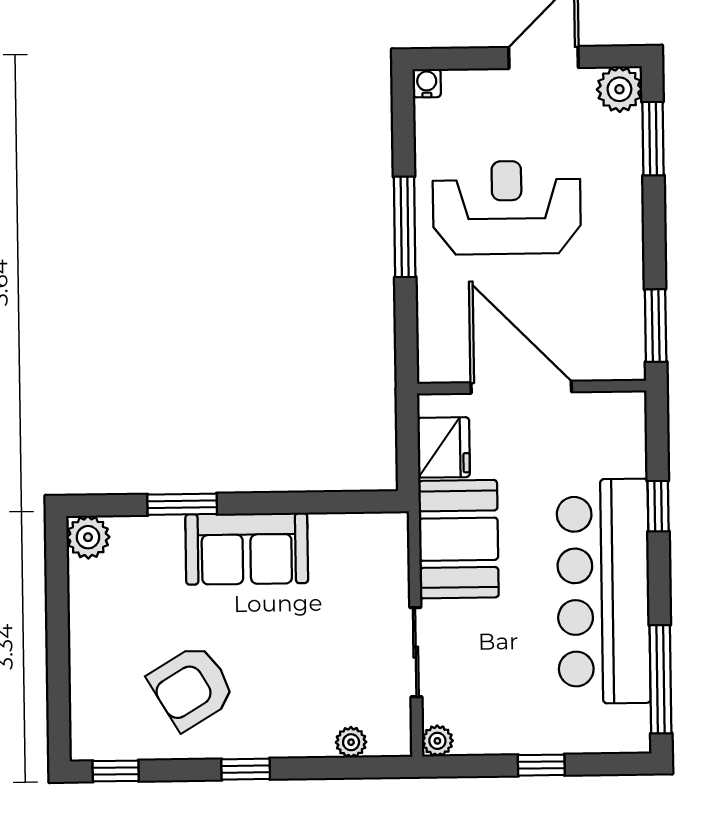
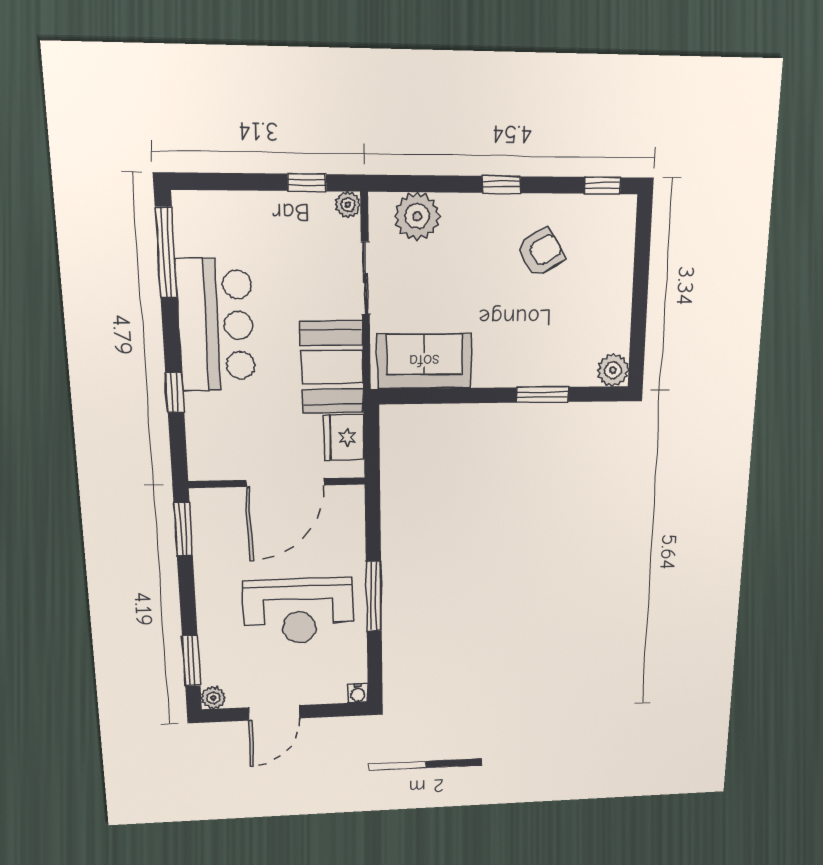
plant: (619, 89) -> (213, 698), width x0.73, depth x0.73
door: (521, 387) -> (285, 483), hinge flipped
sofa: (247, 549) -> (424, 361), moved
bar counter: (604, 591) -> (216, 325), width x0.73
armchair: (192, 687) -> (541, 252), width x0.72, depth x0.72
plant: (351, 742) -> (417, 216), width x1.88, depth x1.88
window: (541, 765) -> (307, 183), moved

